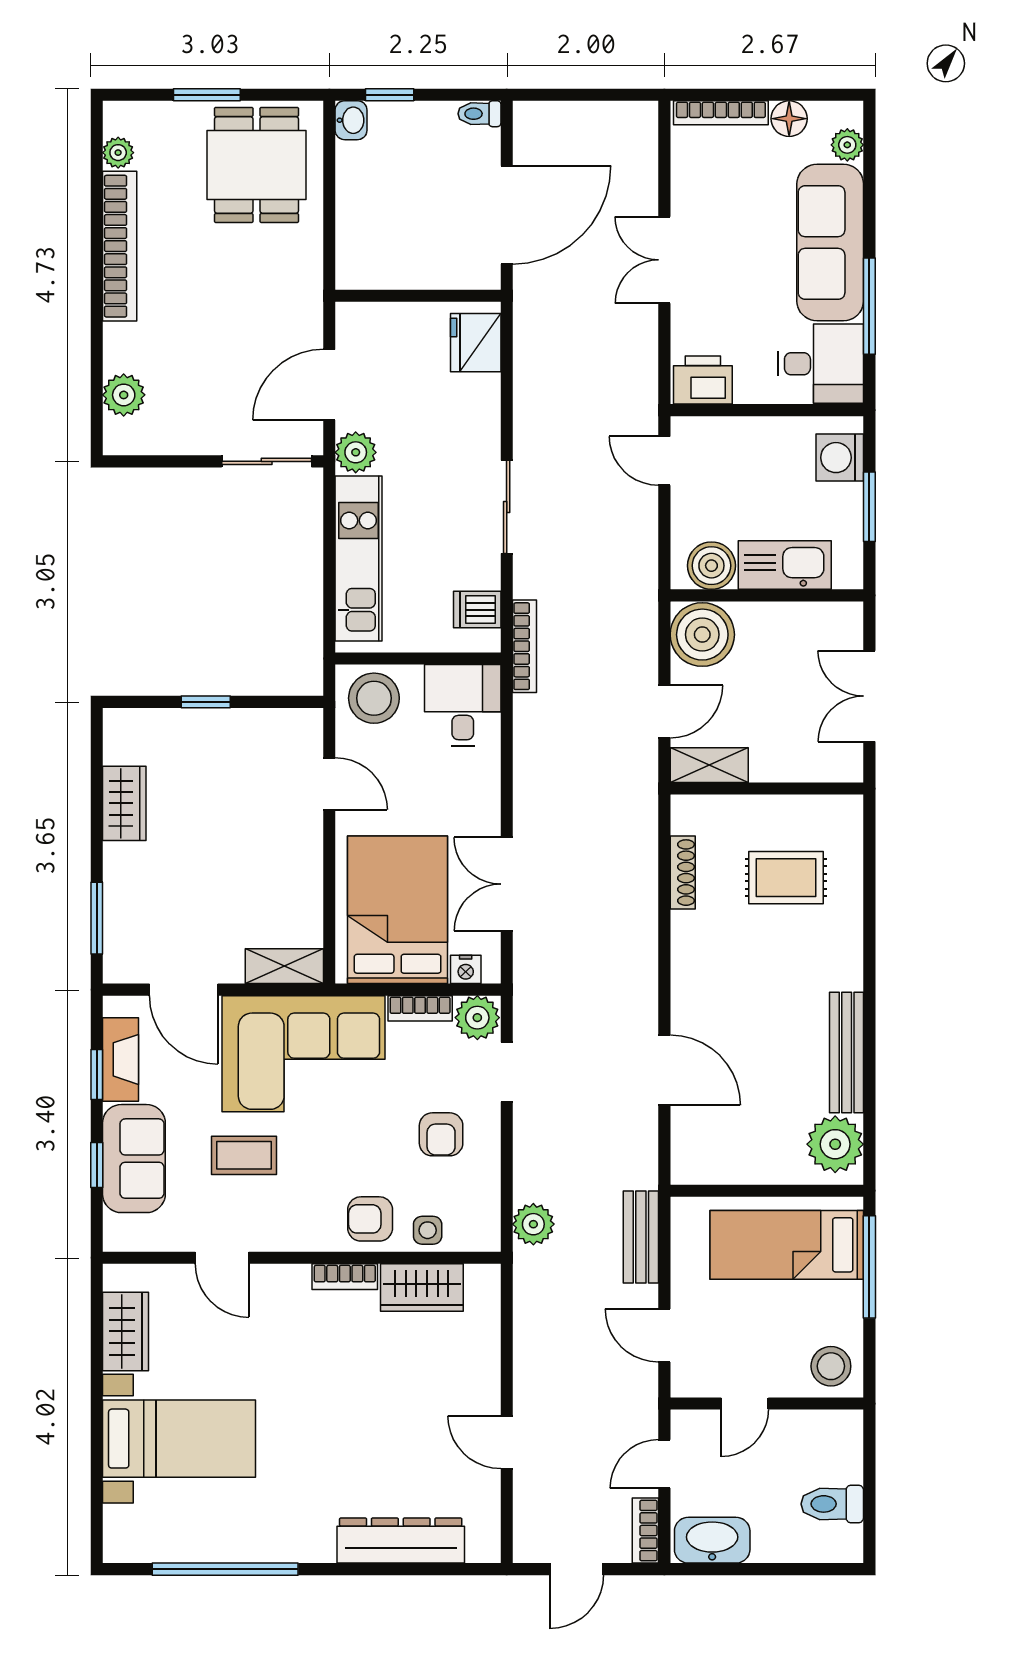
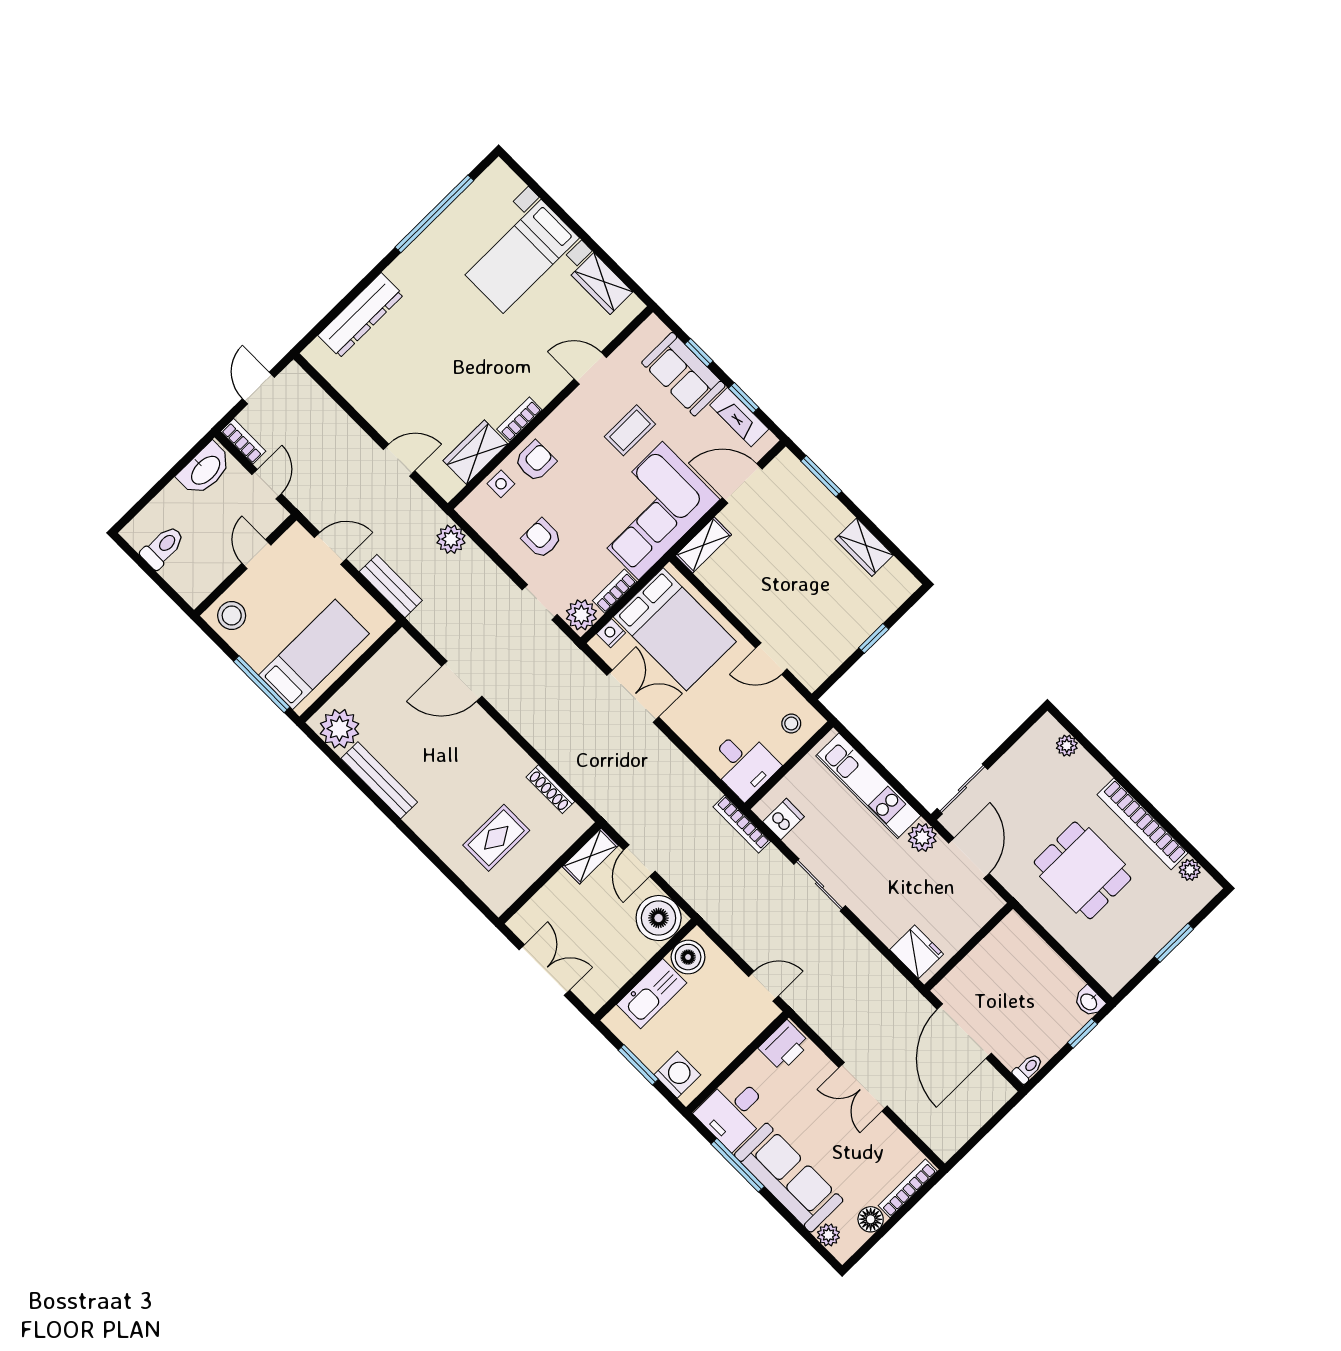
dining table: (256, 165) -> (1083, 870), moved
double door: (664, 260) -> (863, 1087), swing flipped
plant: (124, 395) -> (1067, 746), width x0.73, depth x0.73
stool: (374, 698) -> (791, 724), width x0.53, depth x0.53
door: (507, 1442) -> (399, 460), moved

